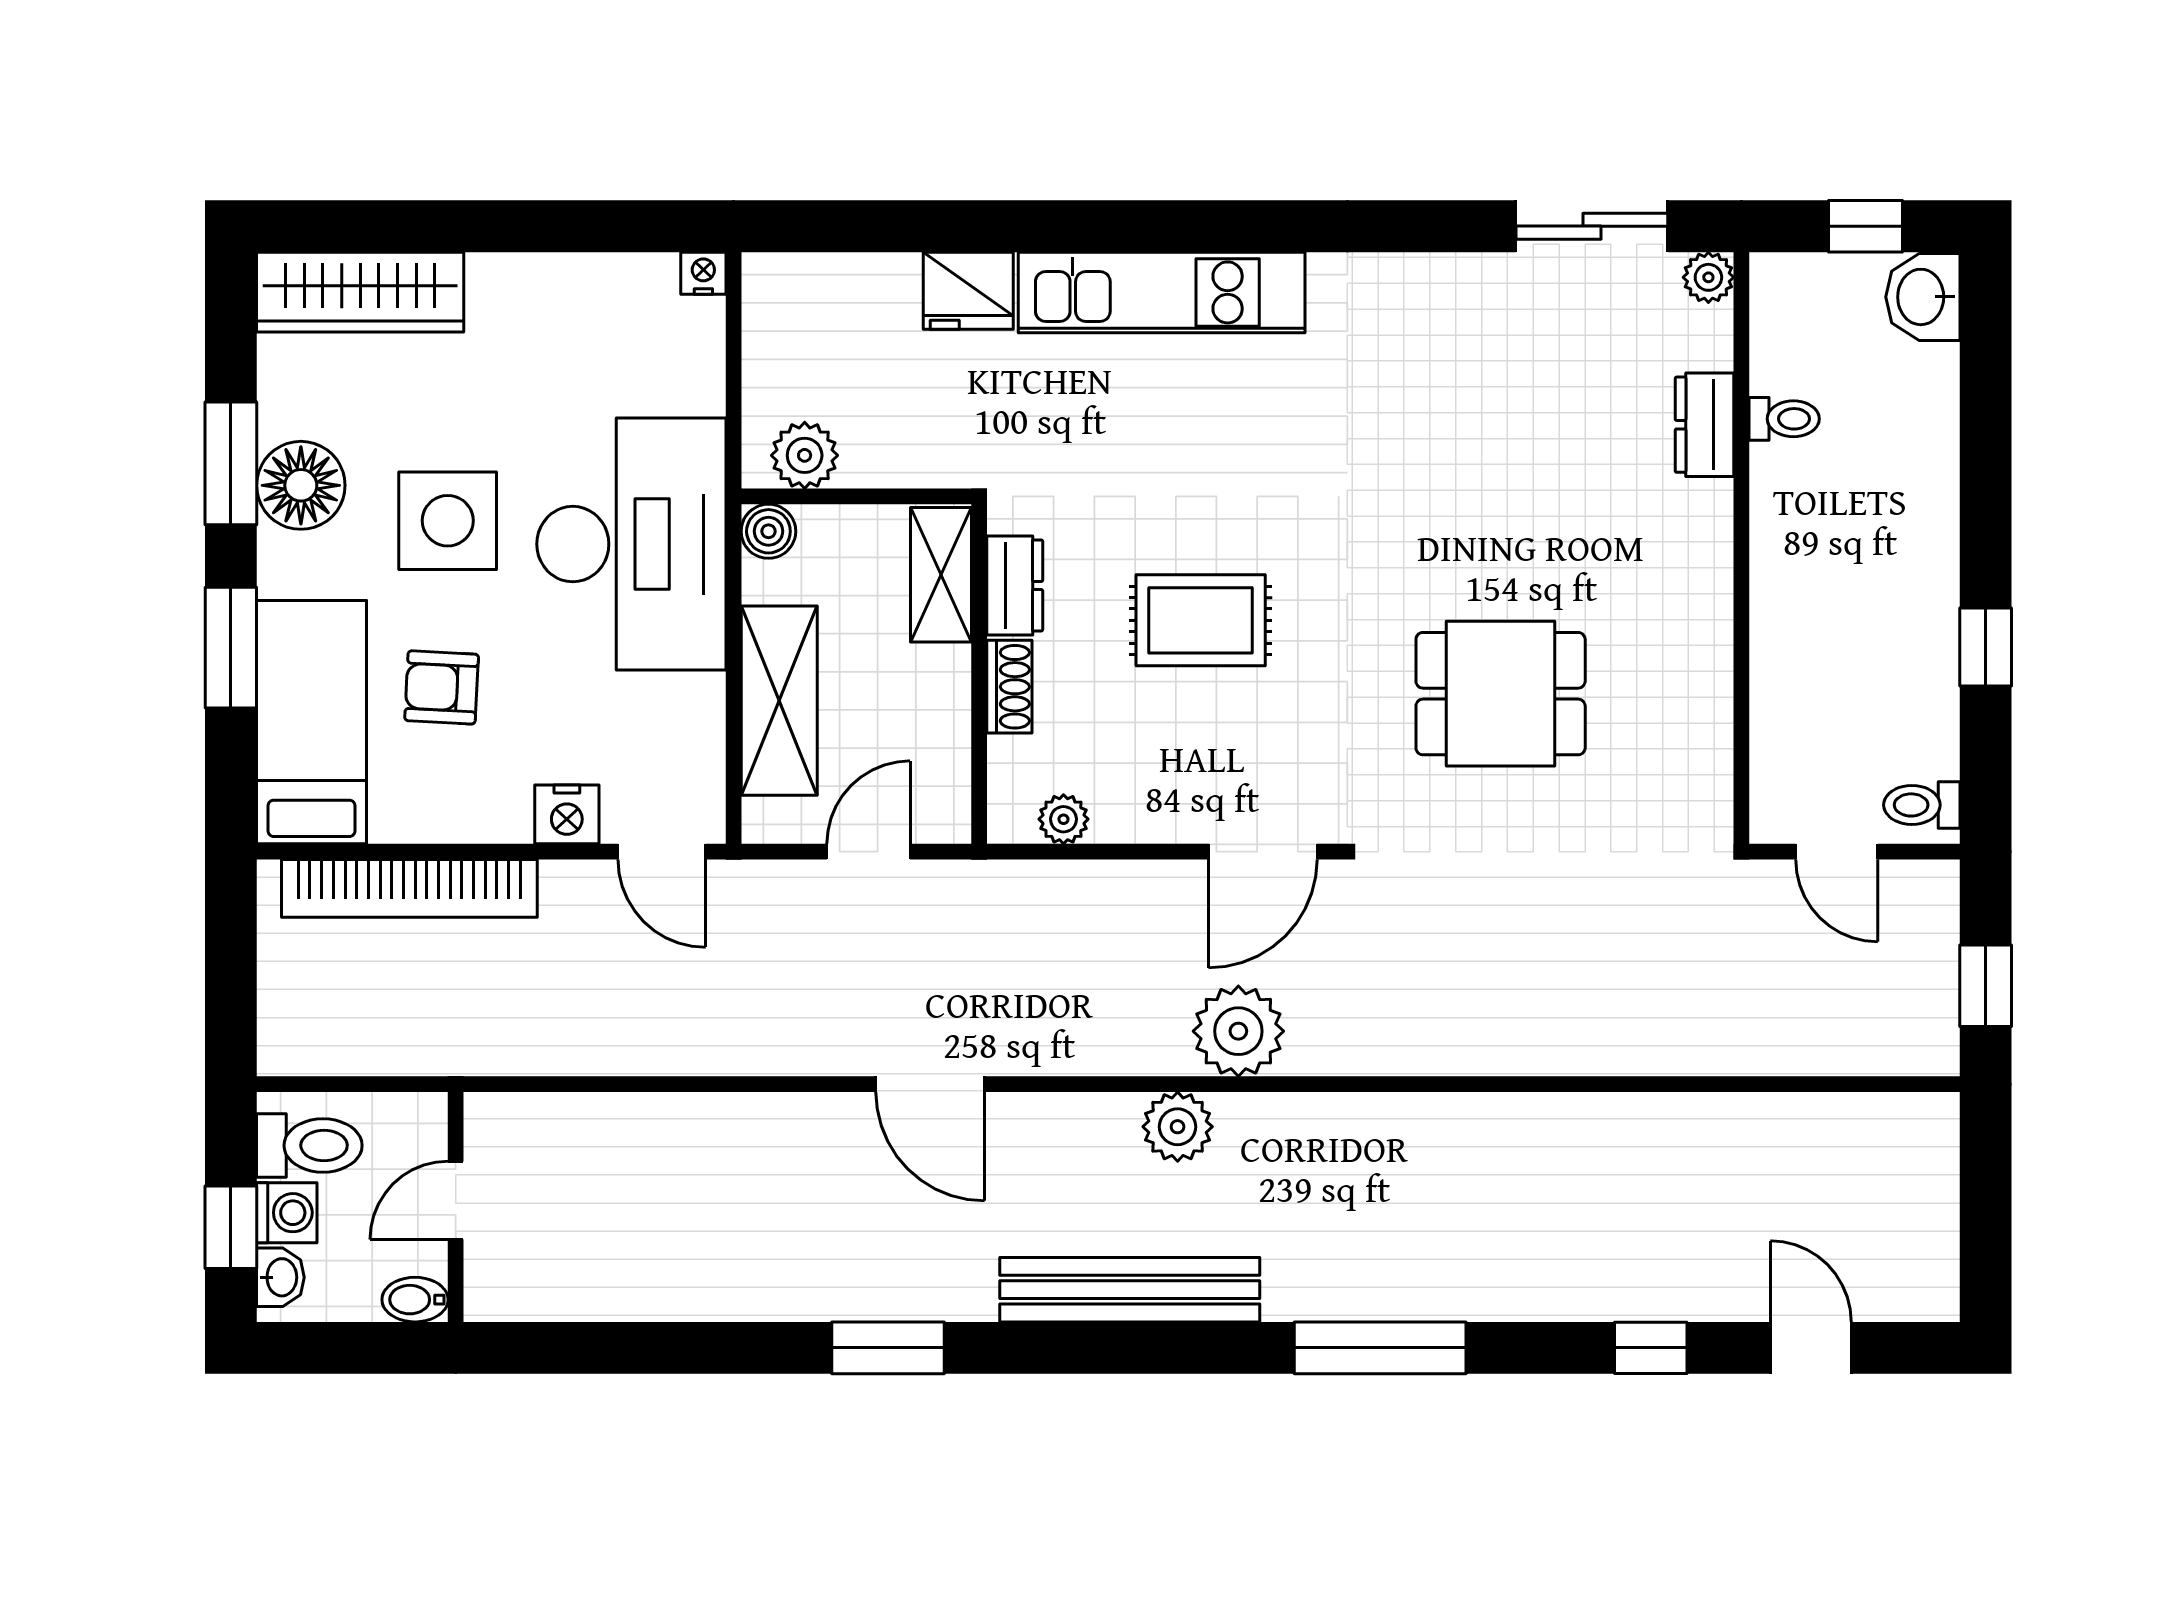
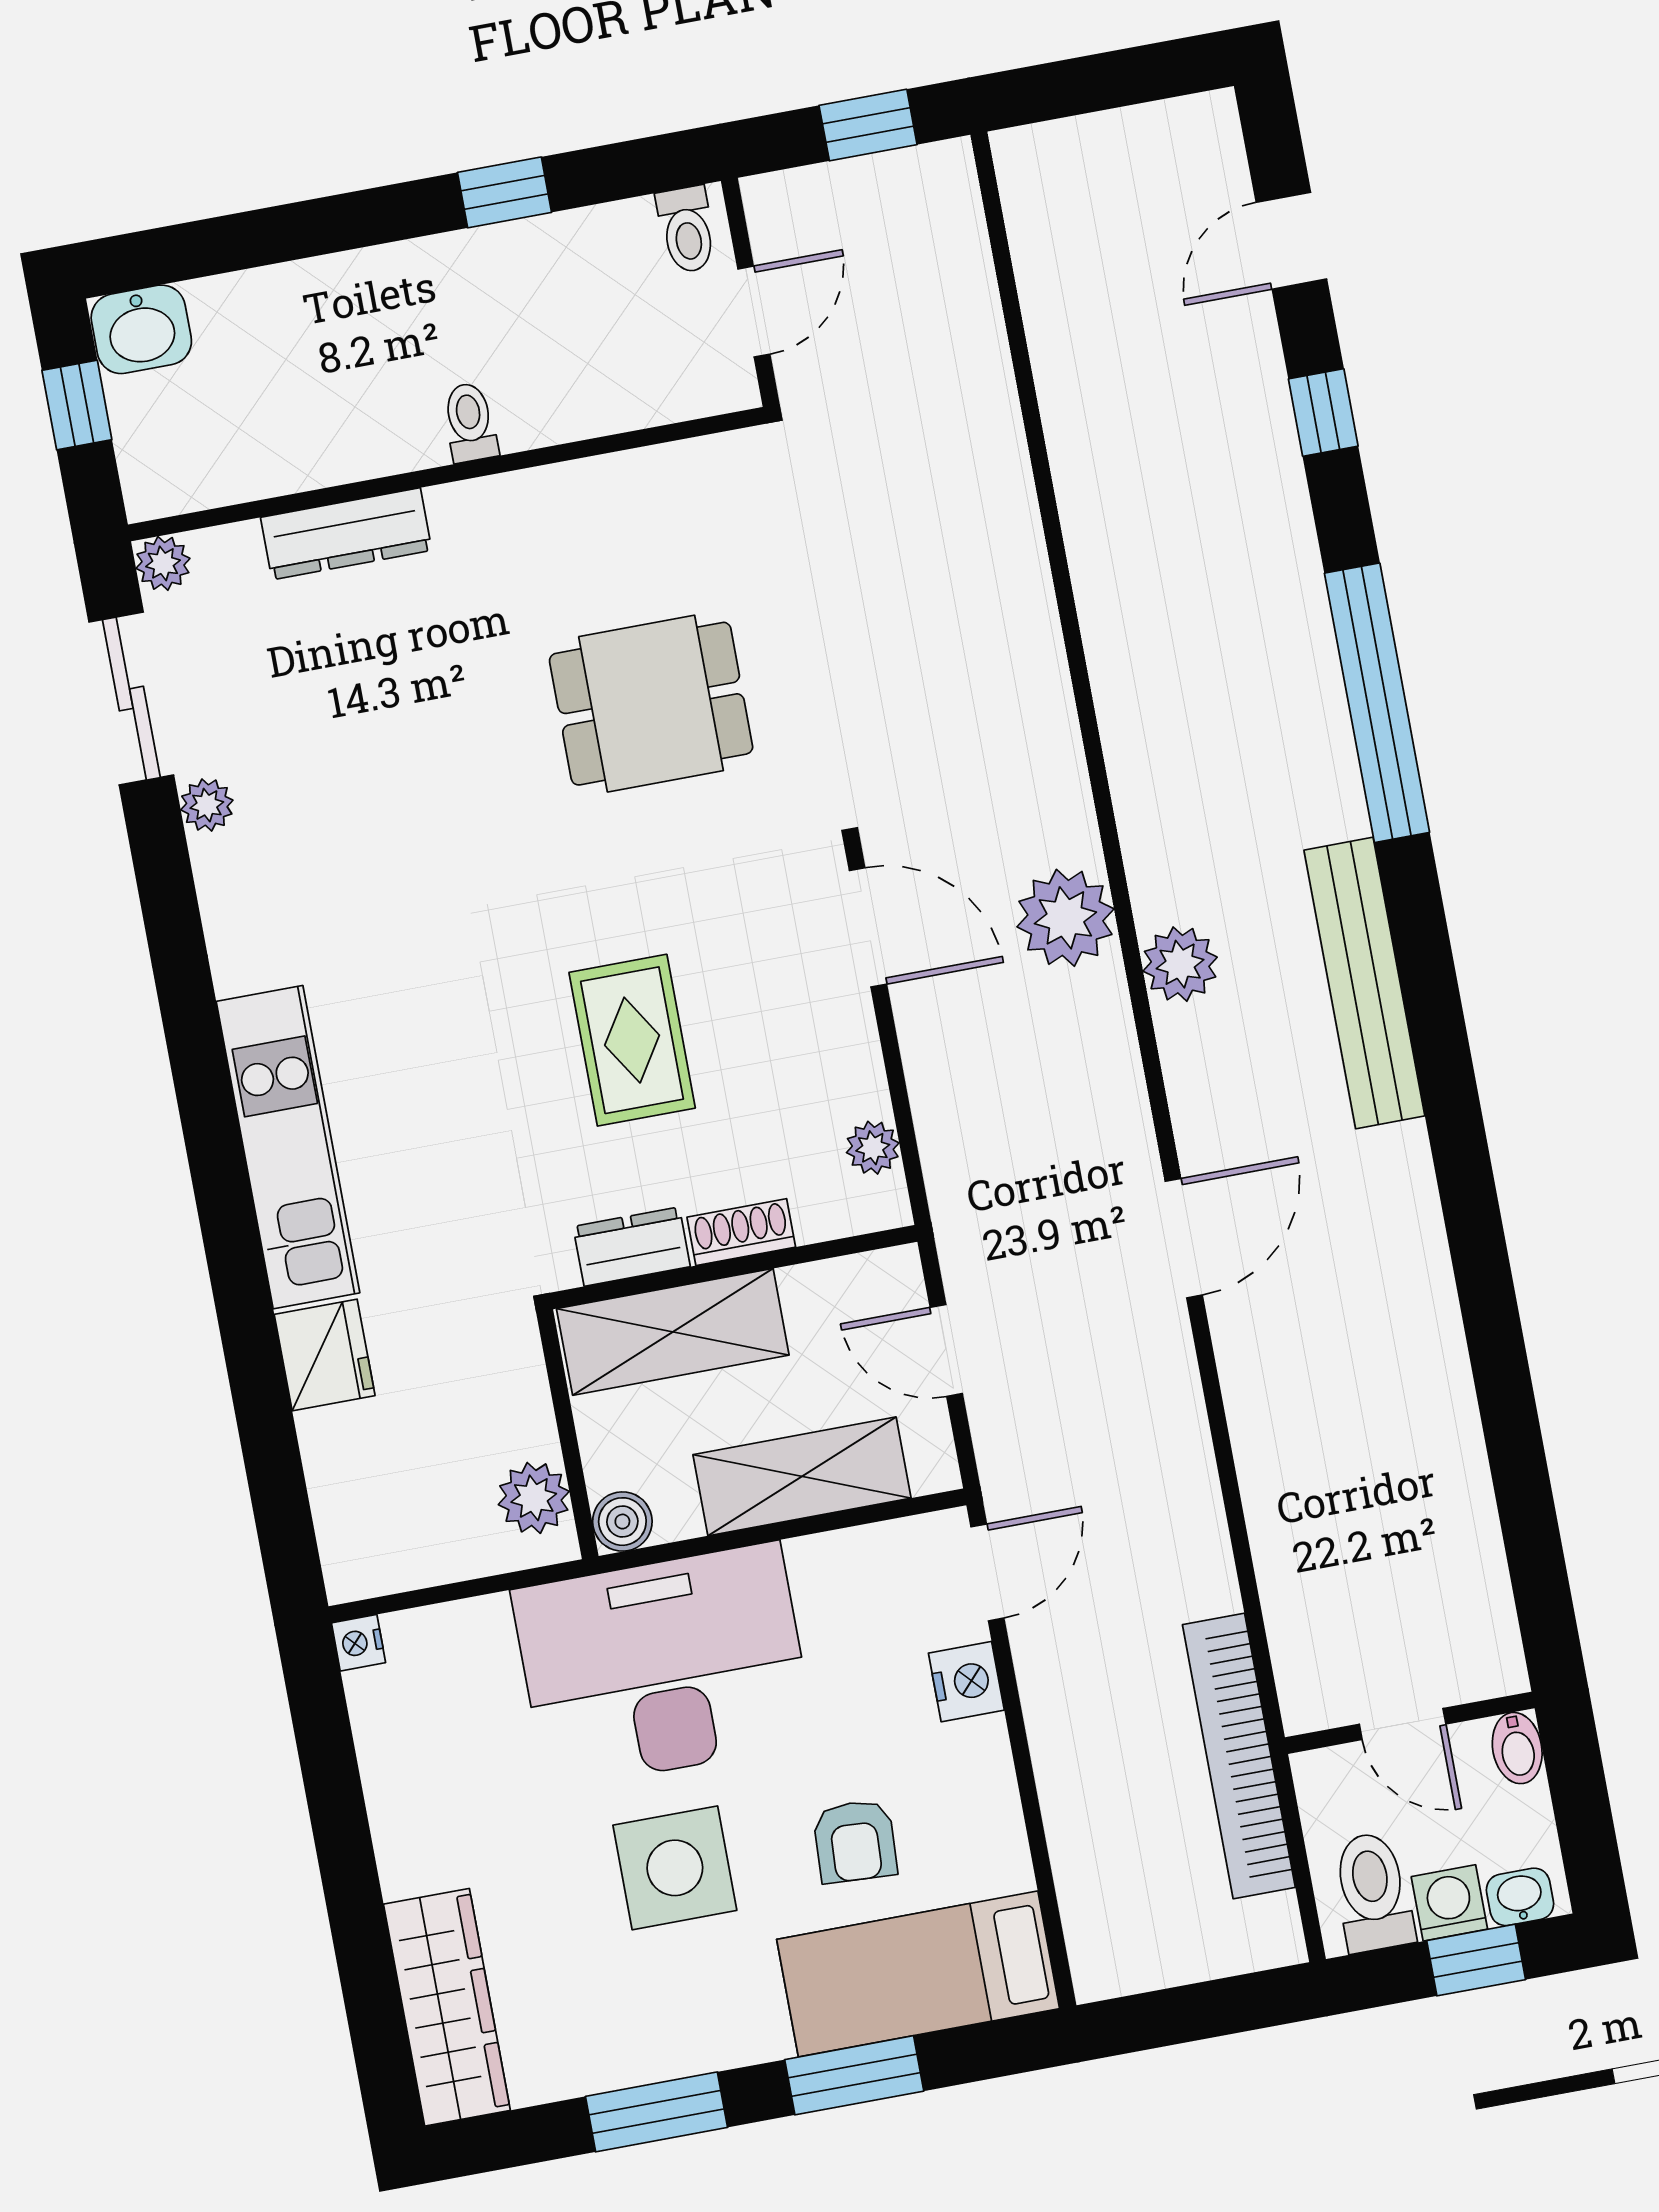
plant: (1483, 277) -> (207, 805), added
toilet: (1784, 419) -> (470, 422), moved
dresser: (1704, 425) -> (346, 534), width x1.44
floor lamp: (301, 485) -> (666, 2032), removed
shelving: (941, 575) -> (673, 1332), width x1.50, depth x1.33
dining table: (1501, 694) -> (651, 704), turned 90
bookcase: (409, 888) -> (1239, 1756), moved, turned 180
window: (888, 1348) -> (1475, 1231), removed
window: (1380, 1348) -> (1377, 703), width x1.46

